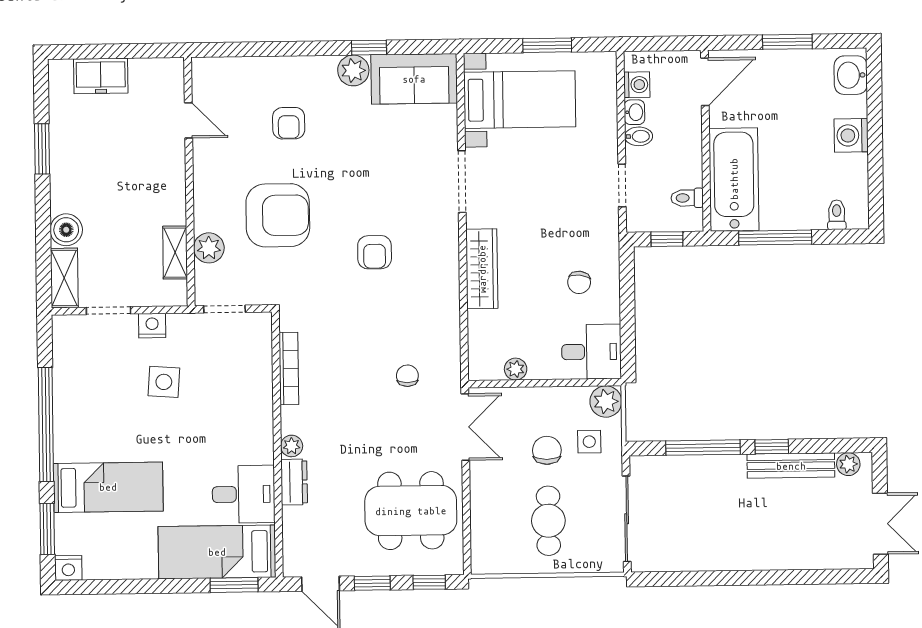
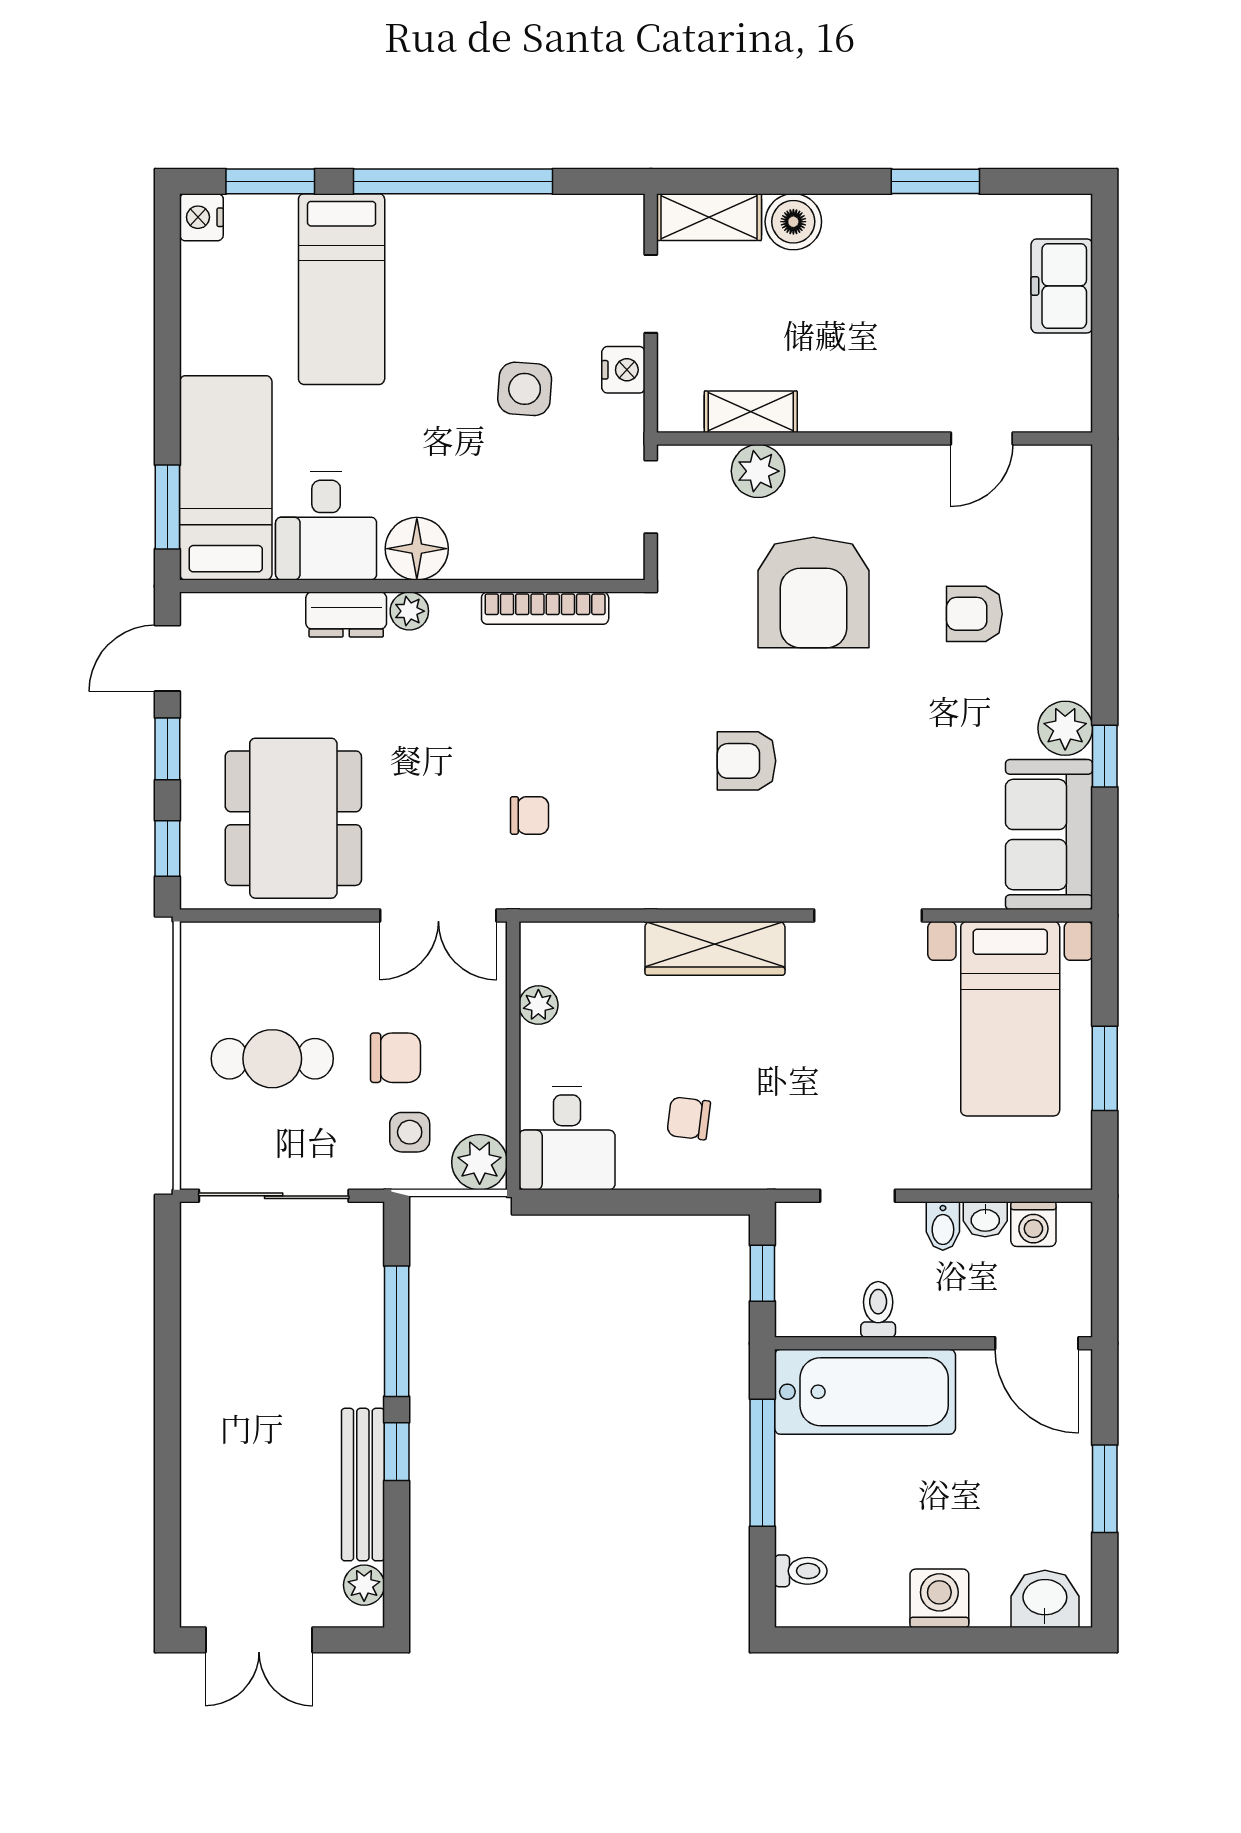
toilet: (687, 198) -> (878, 1309), moved
floor lamp: (256, 442) -> (417, 549), added

